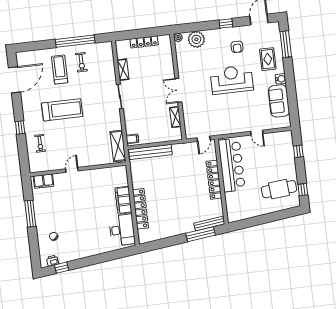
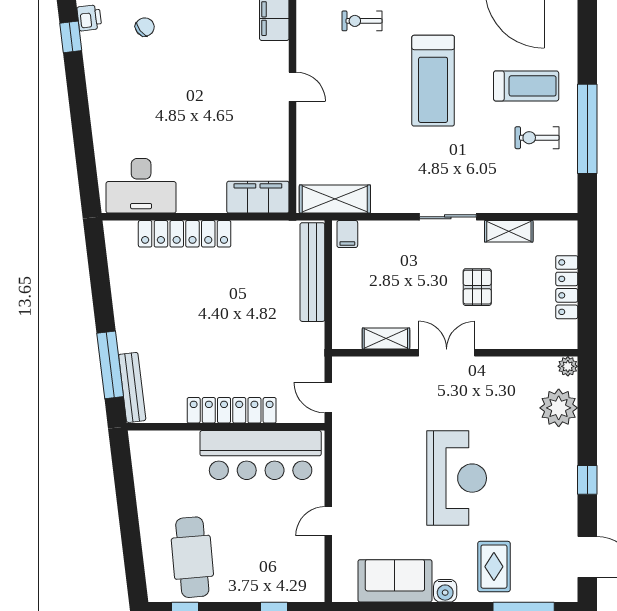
armchair: (237, 47) -> (530, 499), removed
rug: (268, 59) -> (494, 567), turned 90
pallet: (149, 80) -> (477, 287), added
filing cabinet: (123, 200) -> (258, 197), moved

